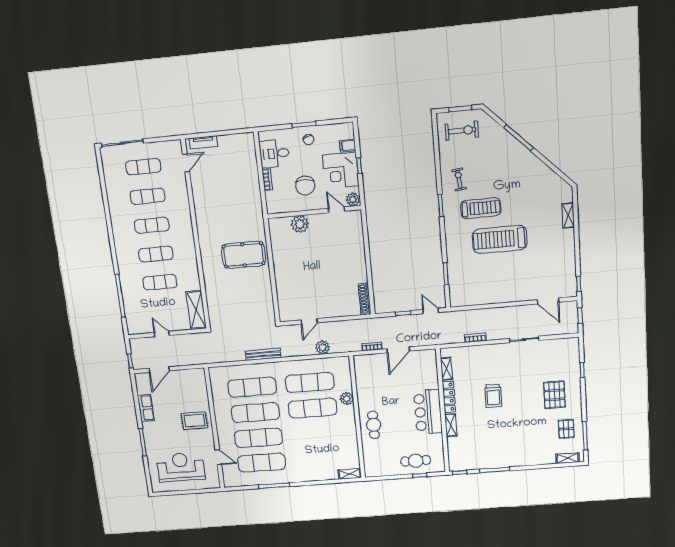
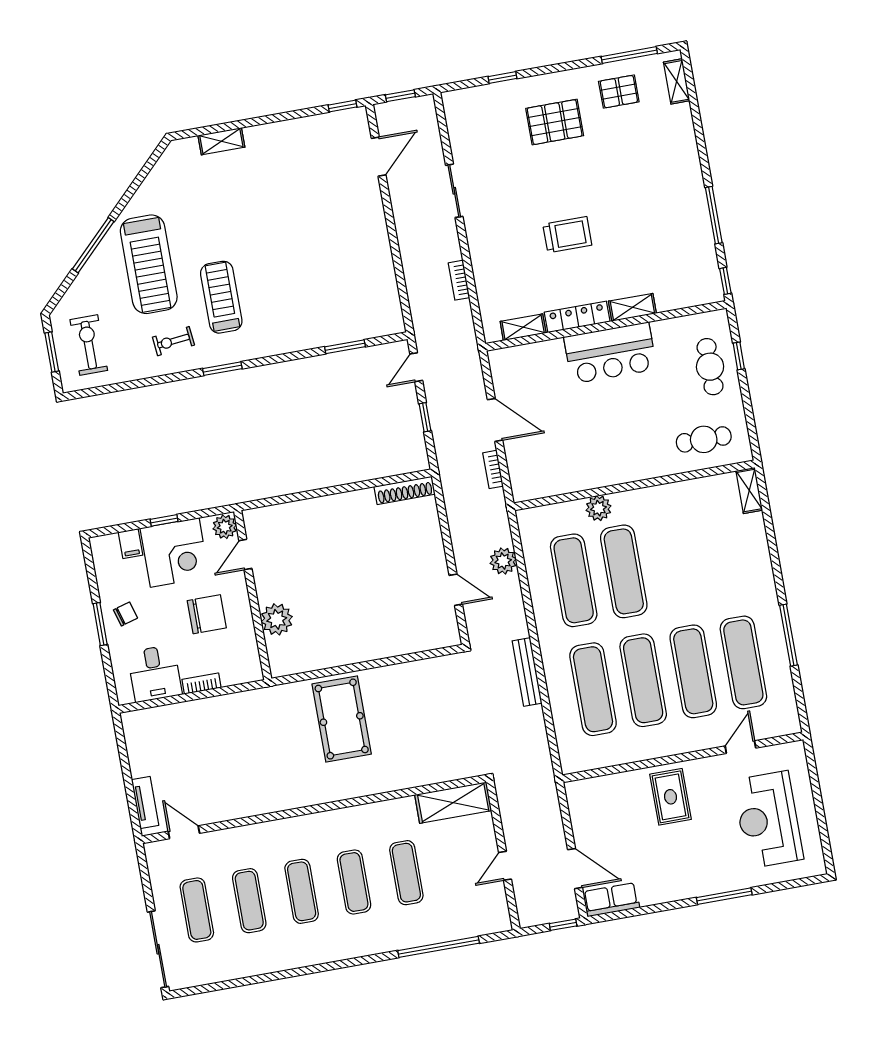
treadmill: (500, 239) -> (149, 264), moved
row of seats: (146, 408) -> (611, 900), moved
cafe table: (374, 425) -> (704, 439), moved

